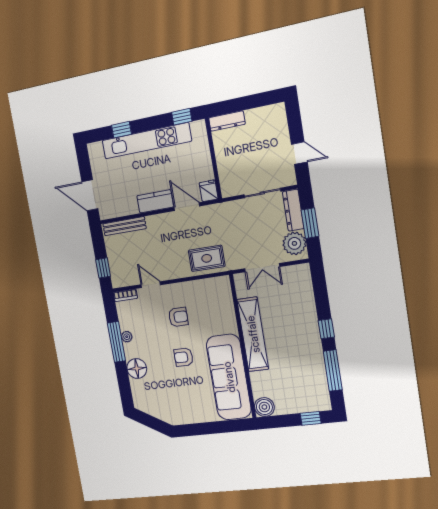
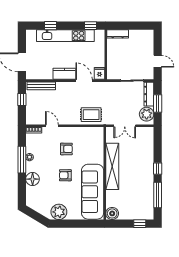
window: (103, 268) -> (22, 99), moved
plant: (183, 413) -> (59, 212), added

